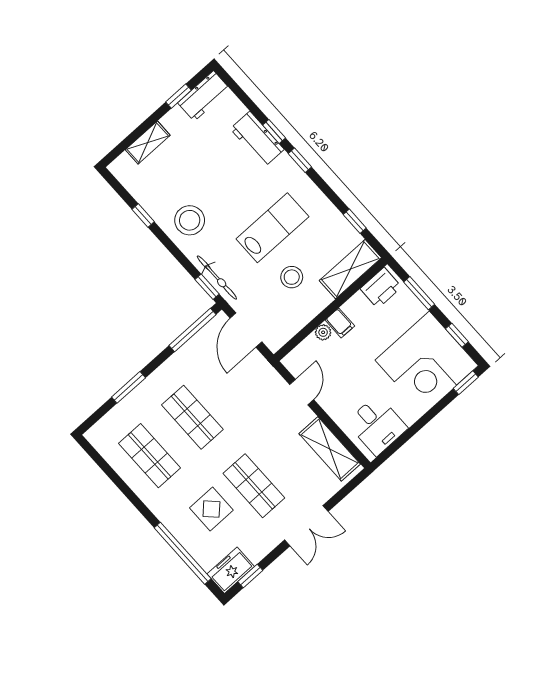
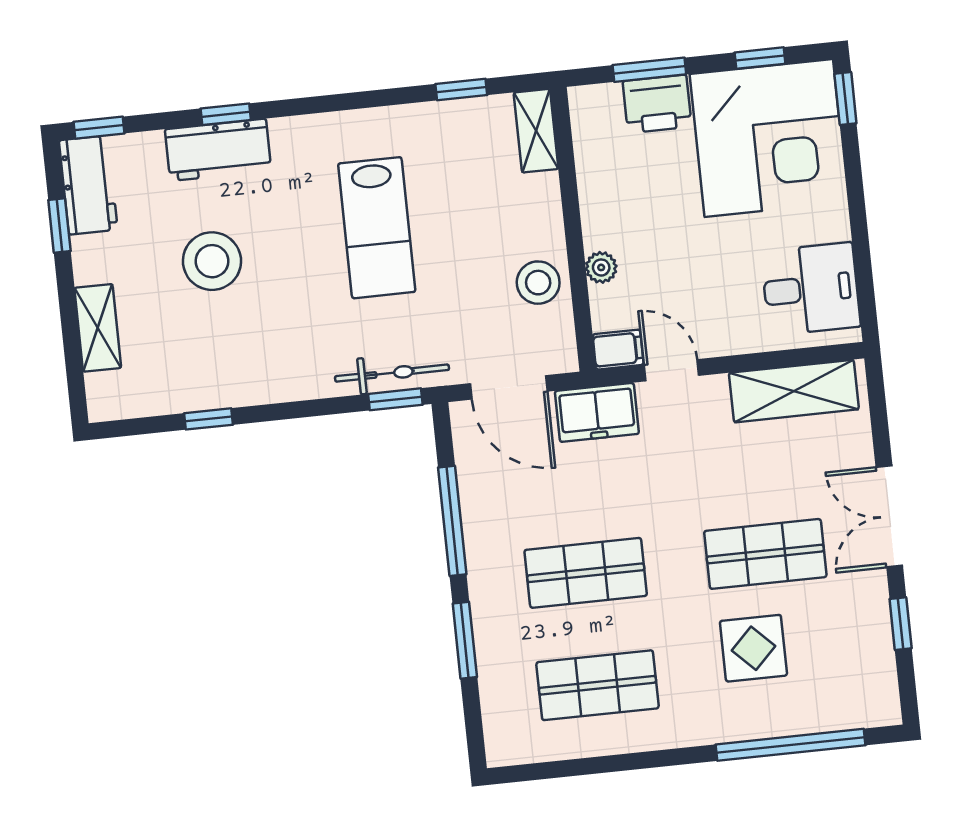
window: (300, 160) -> (99, 128), moved
stool: (190, 220) -> (212, 261), moved
lab bench: (272, 228) -> (377, 228), turned 180
shelving: (350, 269) -> (536, 131), width x0.67, depth x0.75
stool: (292, 277) -> (538, 283), moved
printer: (381, 288) -> (657, 104), moved, turned 90
filing cabinet: (340, 323) -> (618, 350), moved
window: (192, 330) -> (452, 521), moved
double door: (306, 526) -> (889, 516), swing flipped
freezer: (231, 570) -> (597, 412), moved, turned -90
window: (250, 576) -> (901, 624), moved

